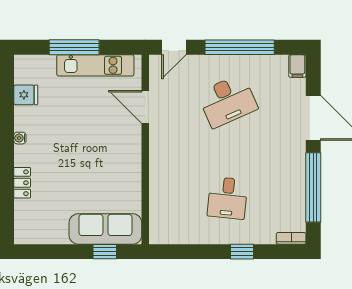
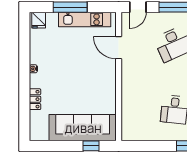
fridge: (26, 95) -> (39, 20), moved, turned 90
sofa: (105, 229) -> (83, 128), width x1.36, depth x1.27

